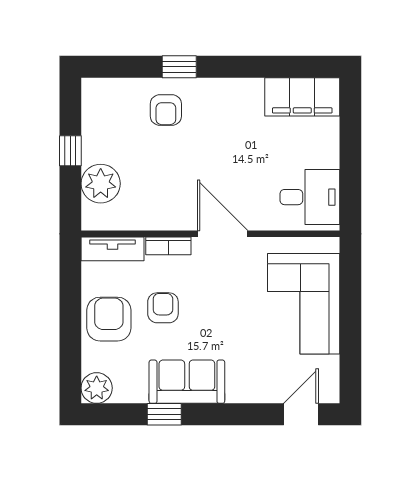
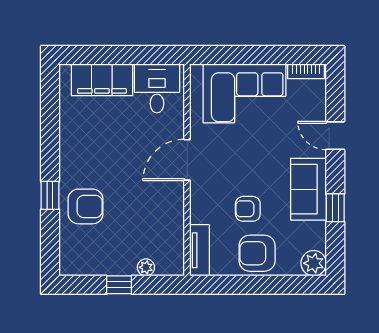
filing cabinet: (302, 97) -> (102, 80), moved, turned 90
armchair: (166, 110) -> (86, 206), width x1.38, depth x1.38
plant: (101, 184) -> (146, 267), width x0.53, depth x0.53
bookcase: (168, 246) -> (306, 71), moved, turned 90
door: (301, 414) -> (335, 136), moved

